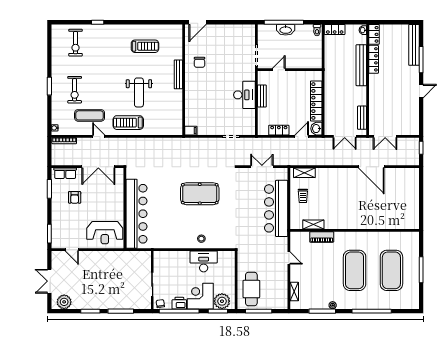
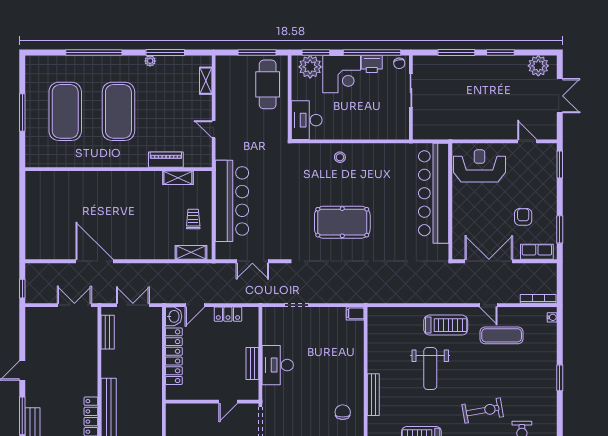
exercise bike: (75, 90) -> (483, 411), moved, turned 80
weight bench: (139, 92) -> (430, 369), turned 180
desk: (204, 261) -> (307, 120), moved, turned 90

